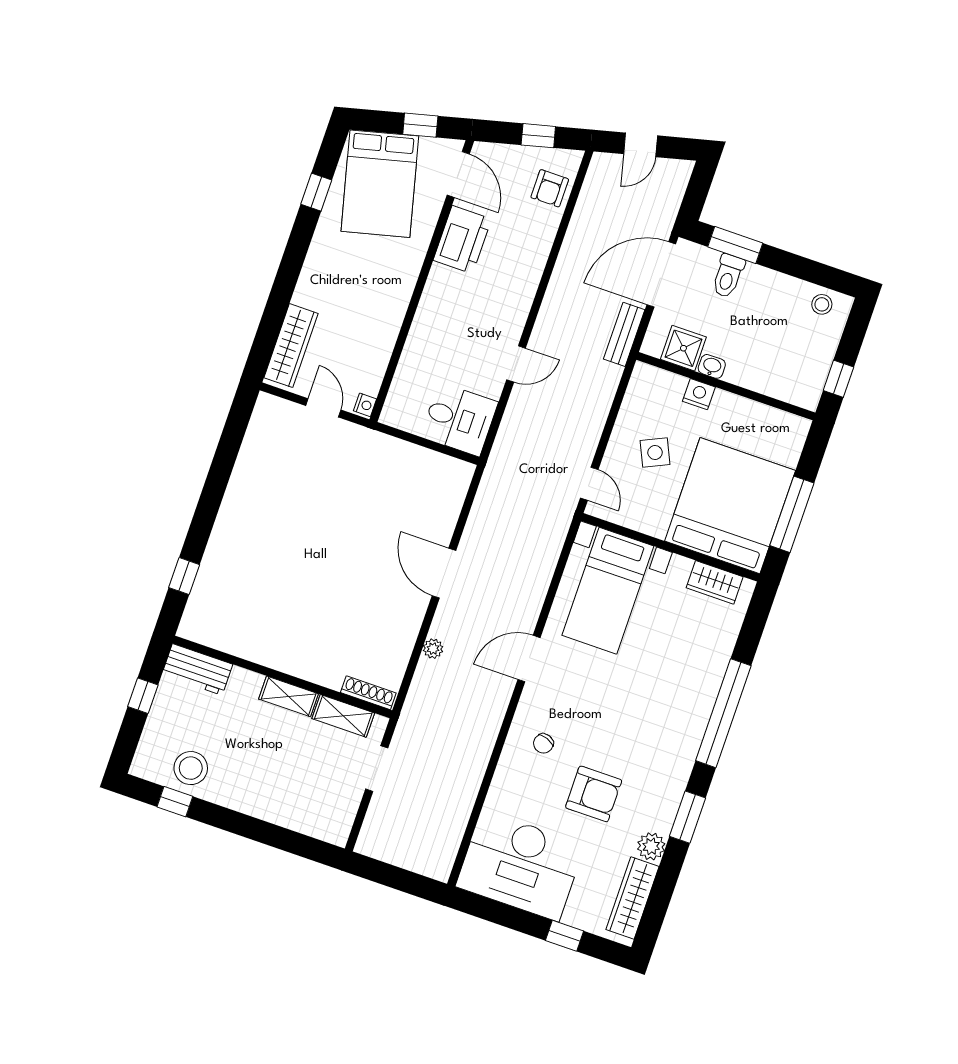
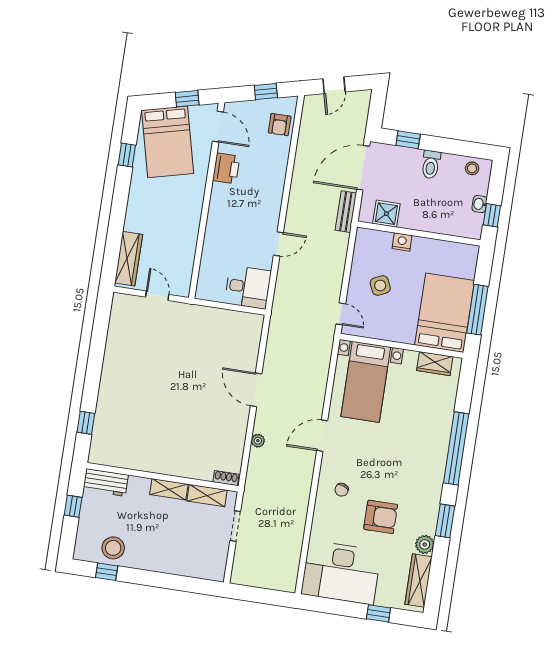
printer: (462, 240) -> (226, 168), width x0.73, depth x0.84
window: (735, 245) -> (408, 140), width x0.67
toilet: (728, 276) -> (431, 164), moved
washbasin: (712, 366) -> (479, 204), moved, turned -90
nightstand: (365, 405) -> (184, 289), removed
bed: (730, 506) -> (445, 313), width x0.73
shoe rack: (368, 693) -> (226, 478), width x0.70

